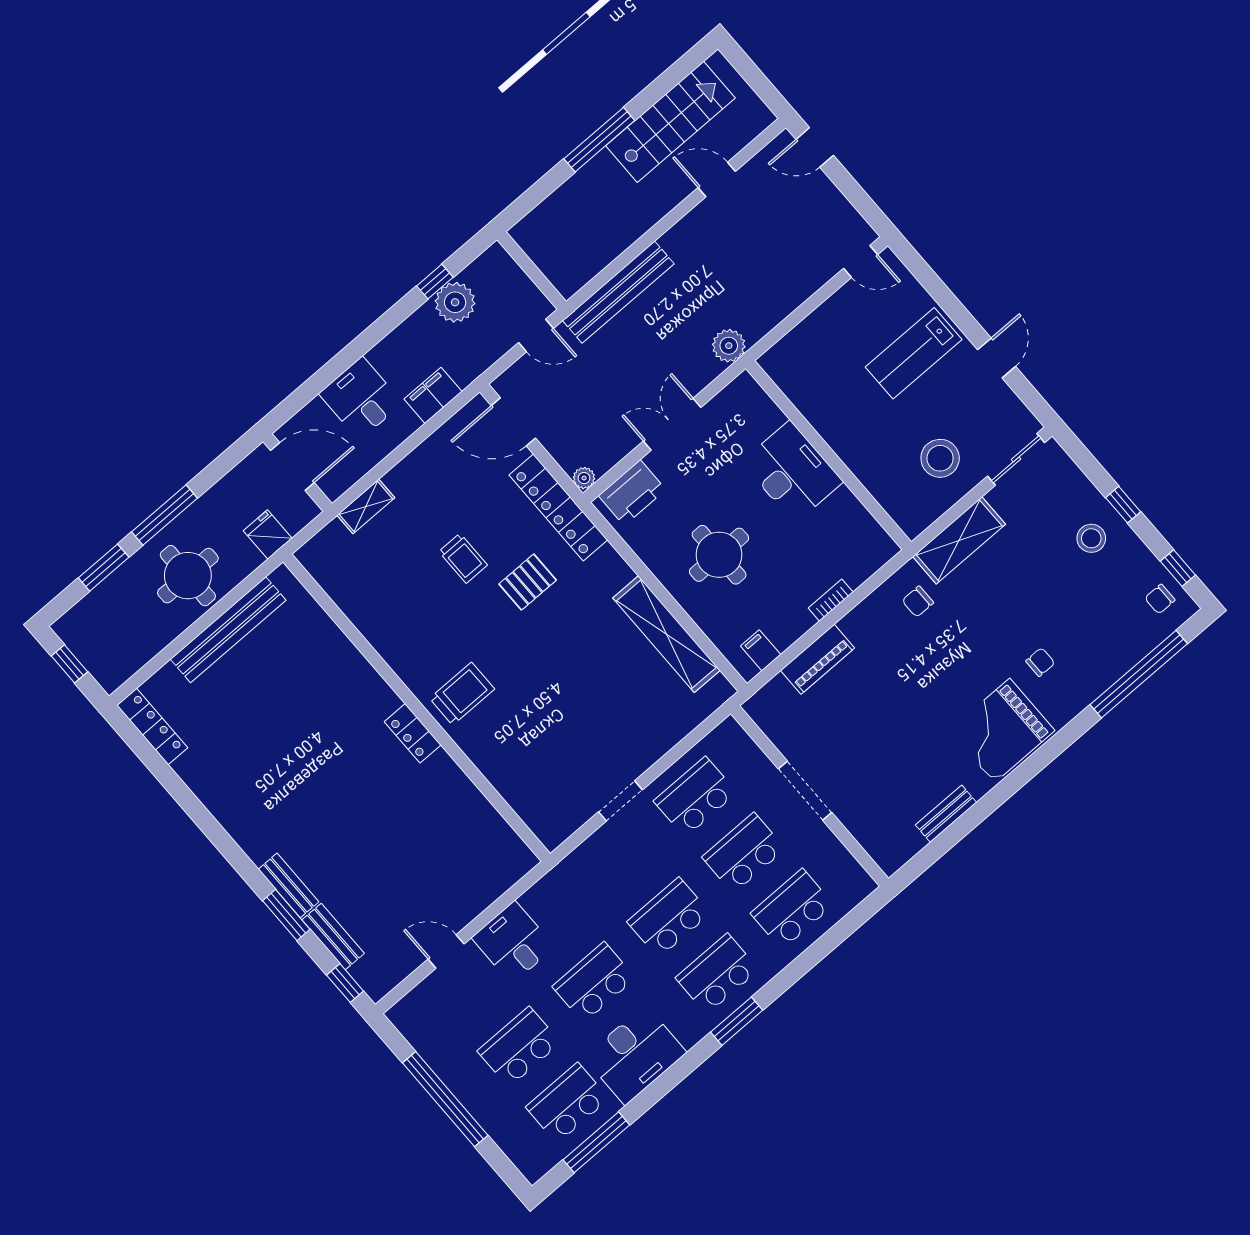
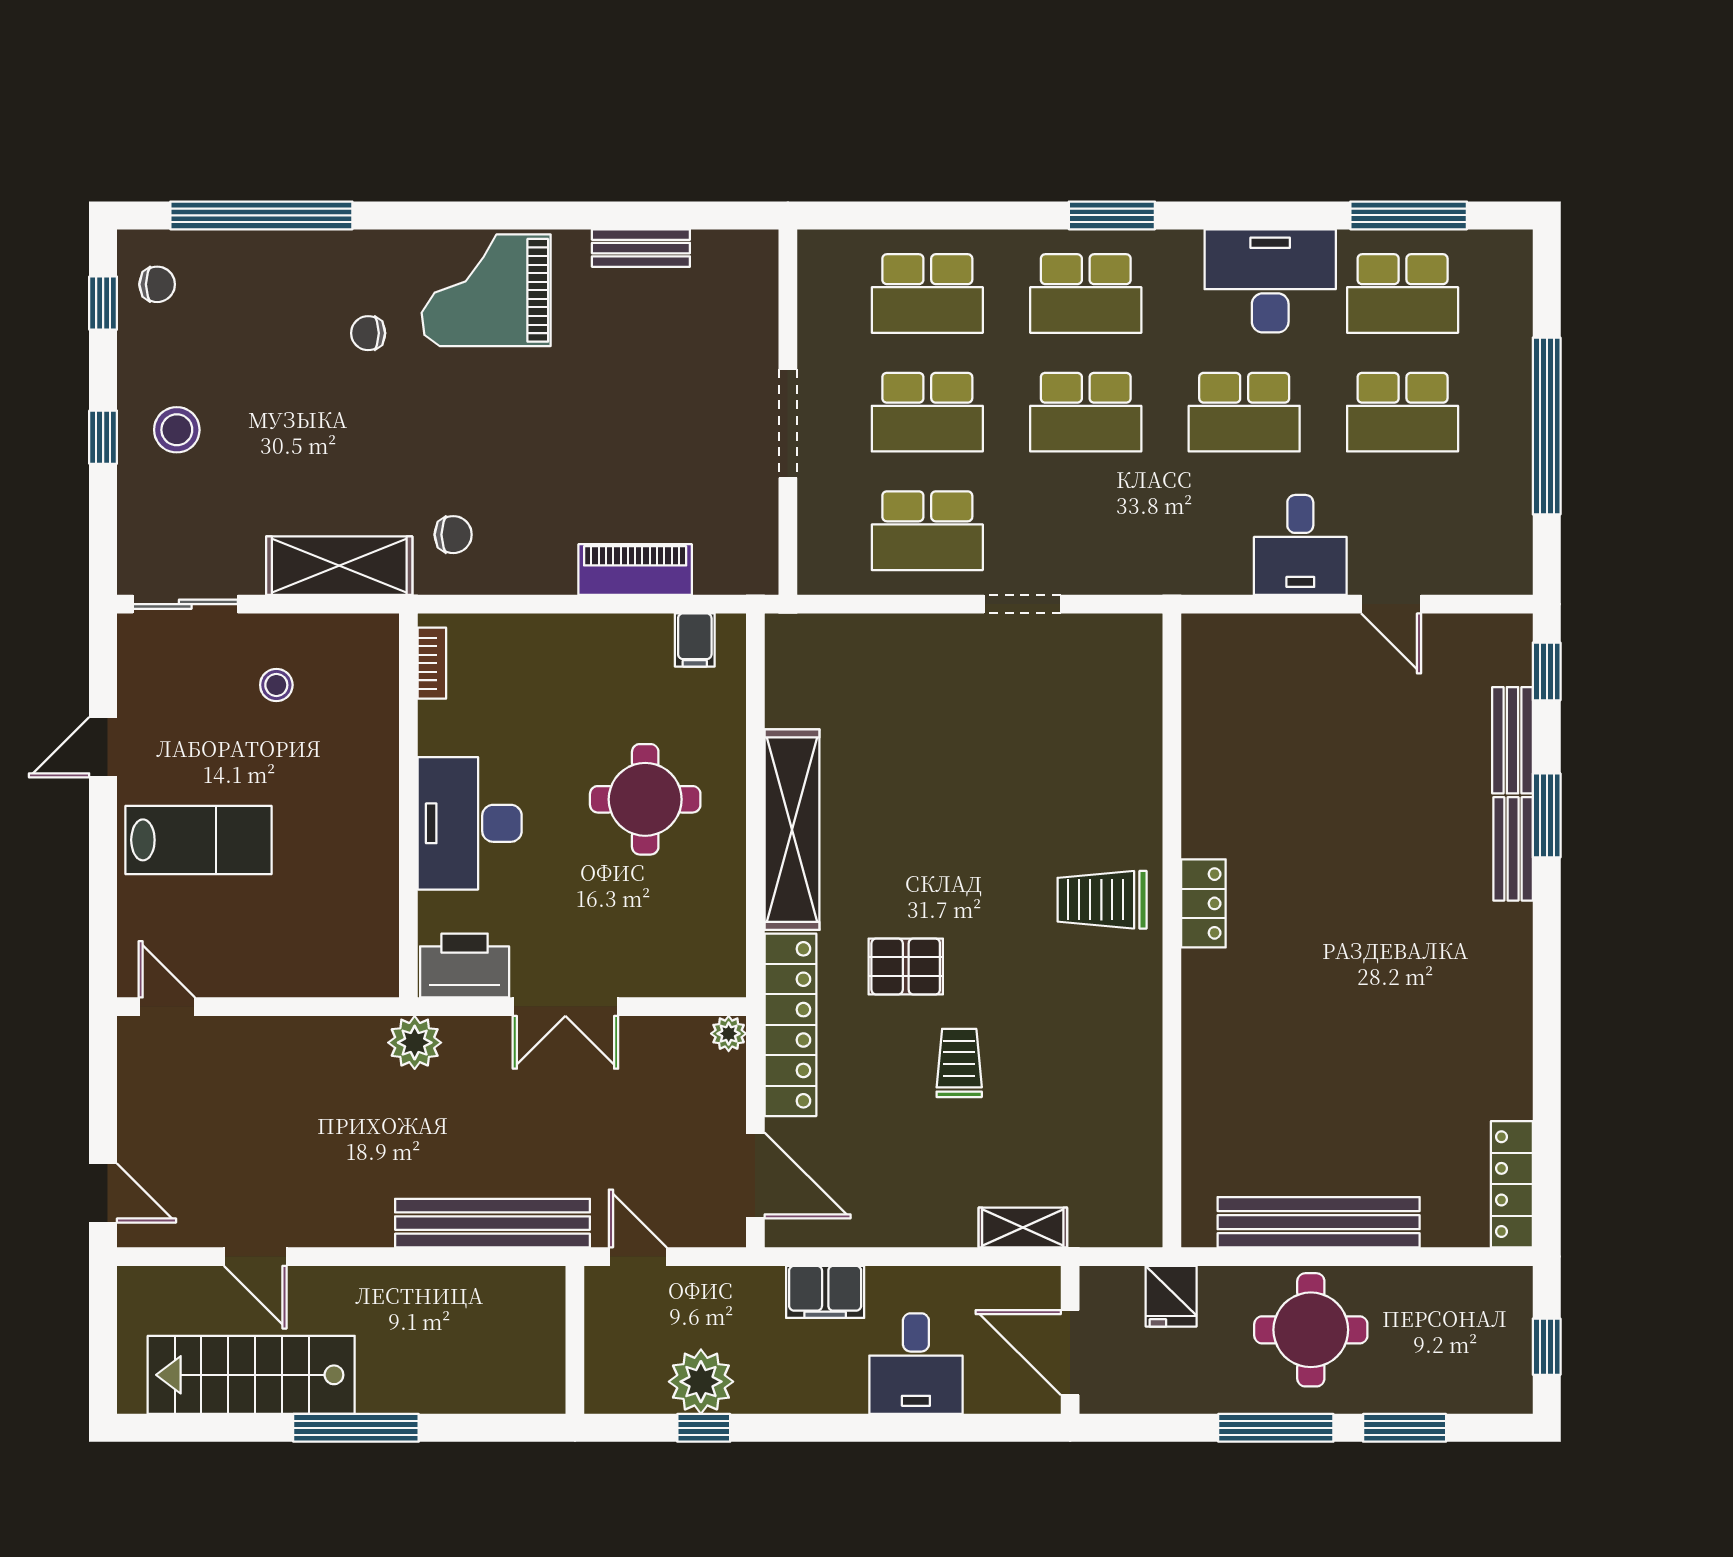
stool: (940, 458) -> (276, 685), width x0.53, depth x0.53
printer: (632, 493) -> (465, 965), moved
bookcase: (831, 600) -> (432, 663), moved, turned -90
shelving: (666, 634) -> (792, 830), moved
grand piano: (1002, 731) -> (486, 290), turned 180

